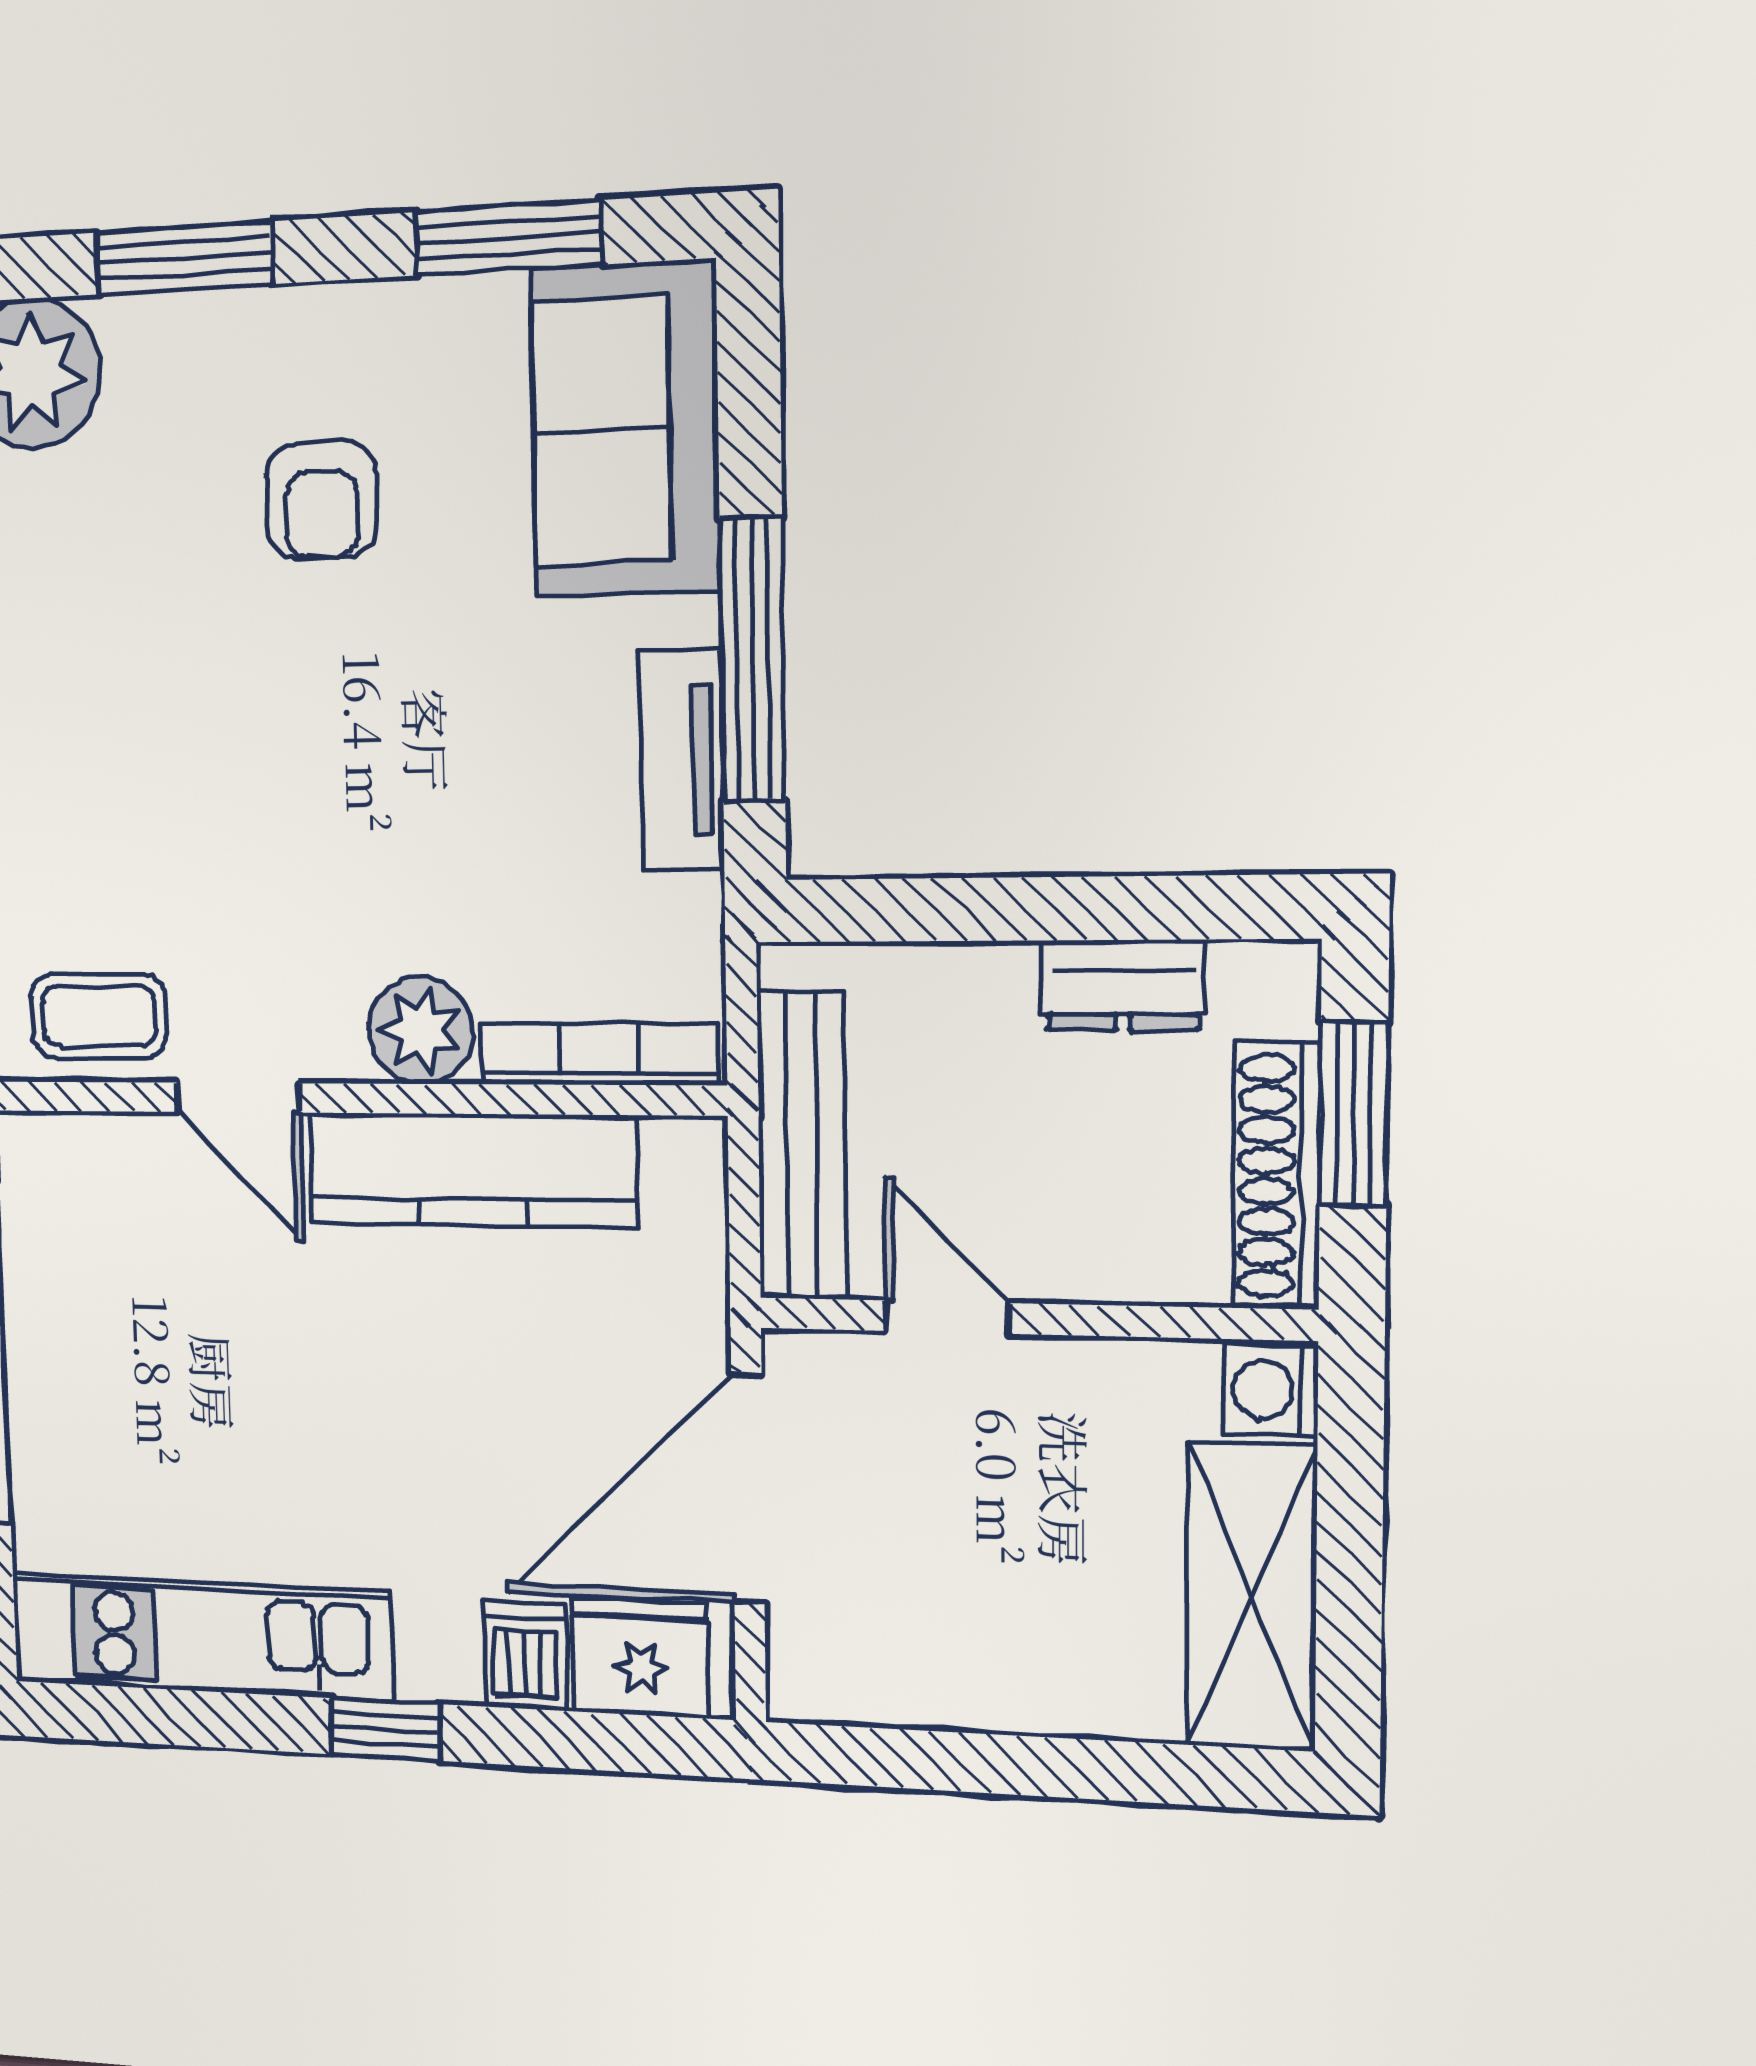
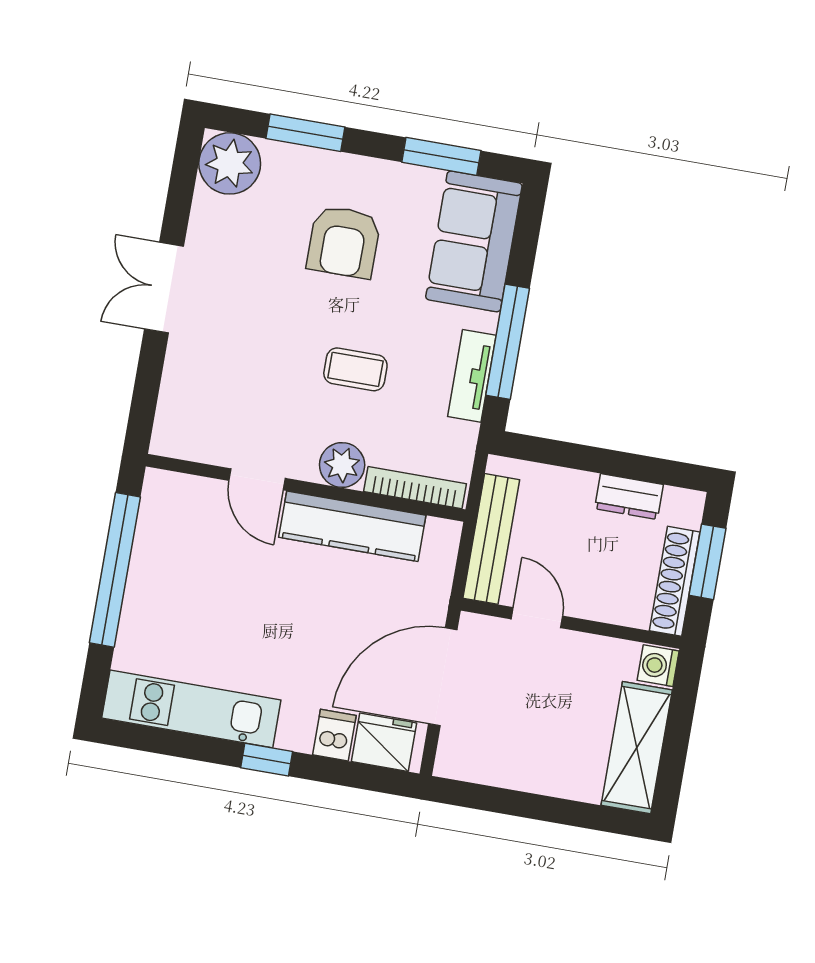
armchair: (322, 500) -> (344, 242), width x1.38, depth x1.38
coffee table: (98, 1016) -> (355, 369), moved

